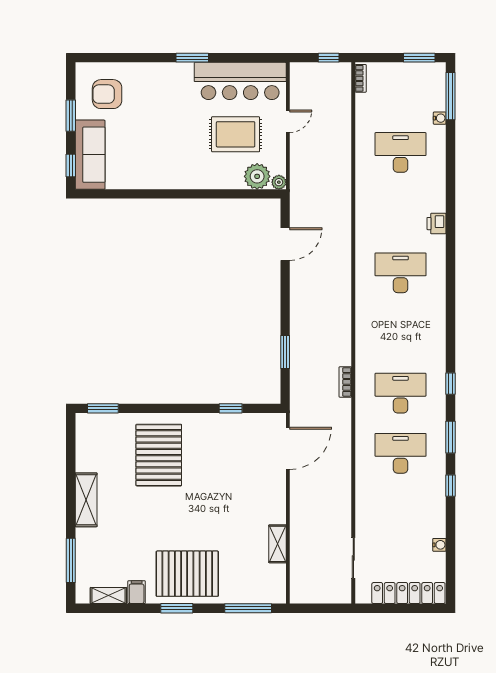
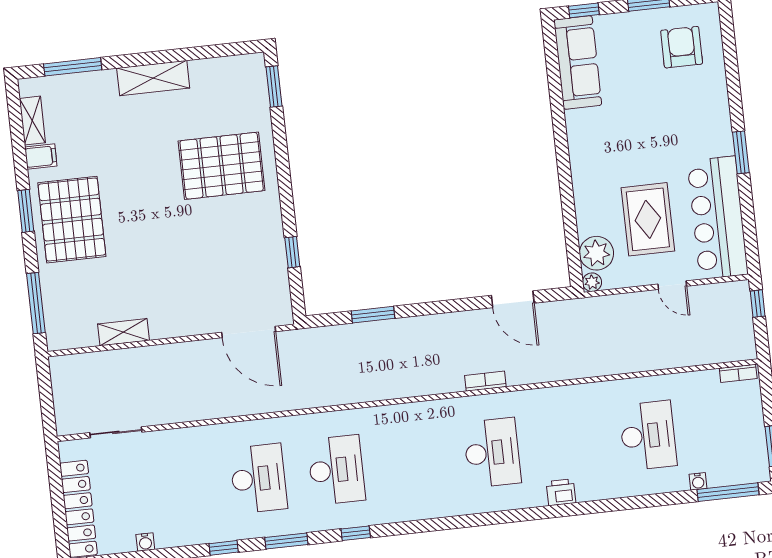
window: (329, 58) -> (758, 304), moved
sofa: (90, 155) -> (578, 62), moved, turned -90
bookcase: (345, 382) -> (485, 381), moved

